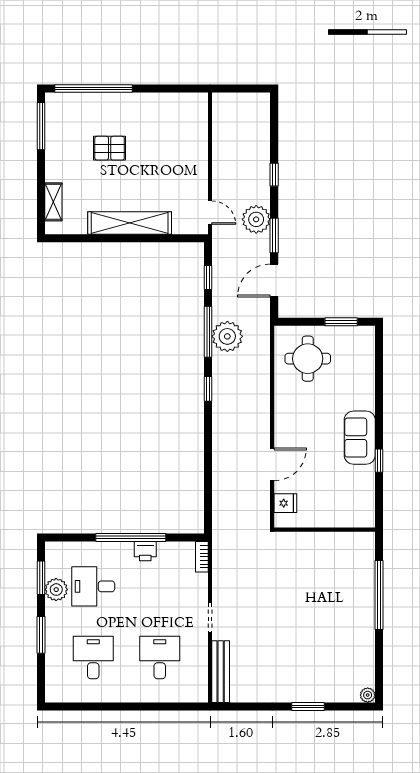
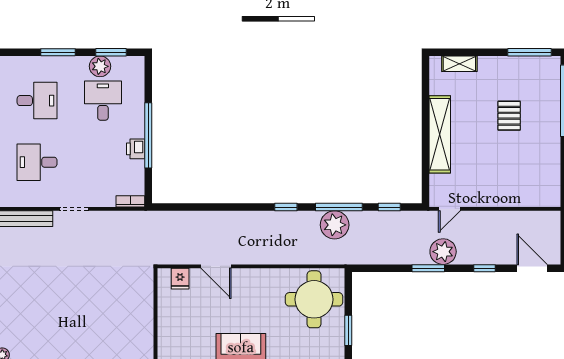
door: (274, 281) -> (532, 268), moved
round table: (308, 359) -> (314, 299), width x1.36, depth x1.36
desk: (160, 658) -> (37, 162), turned 180

